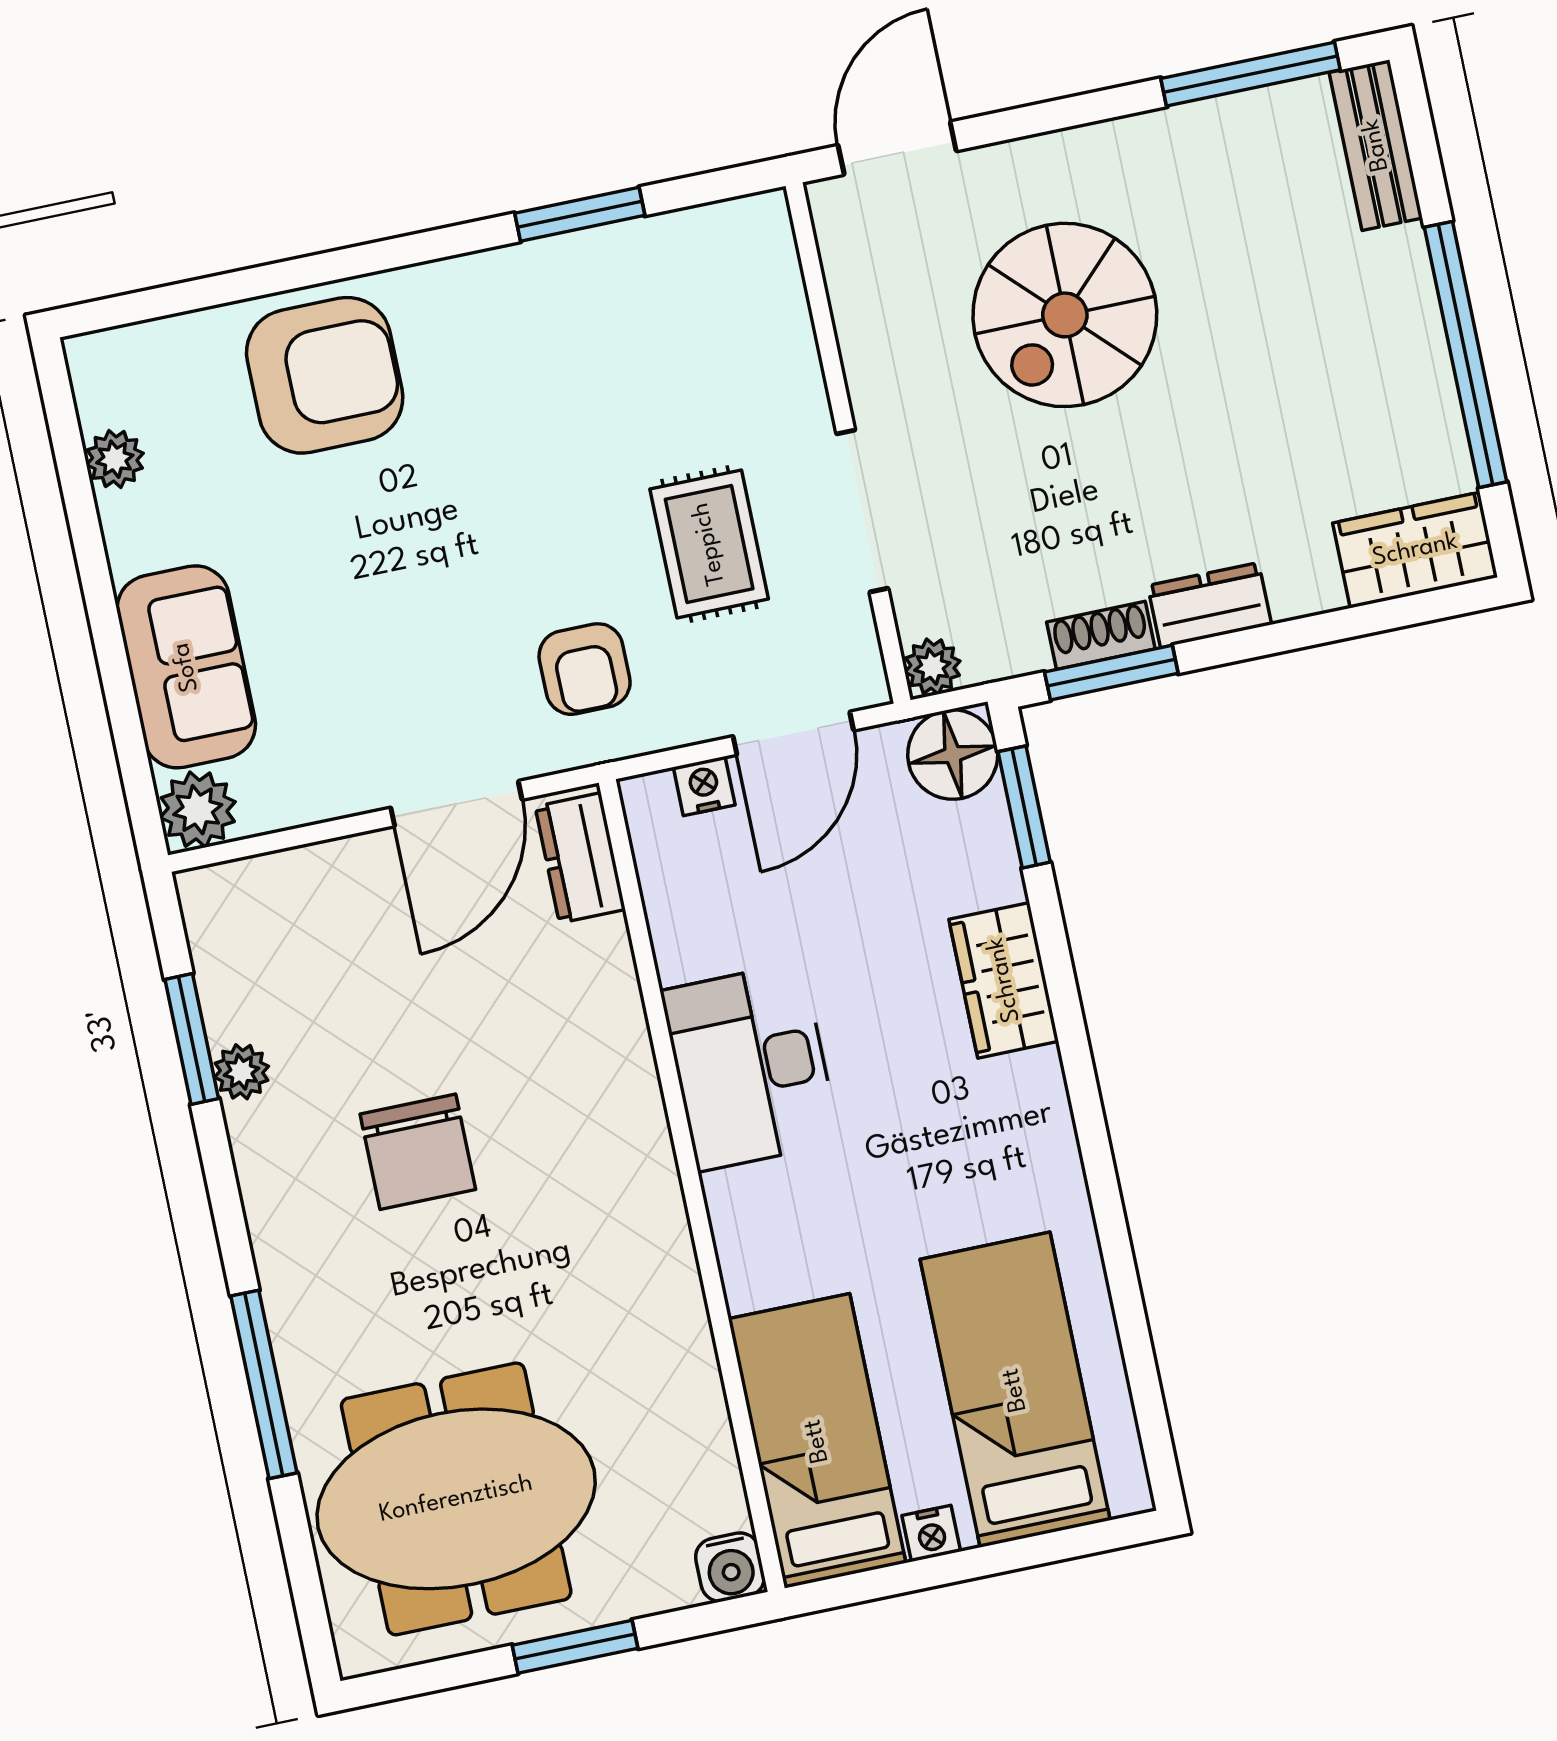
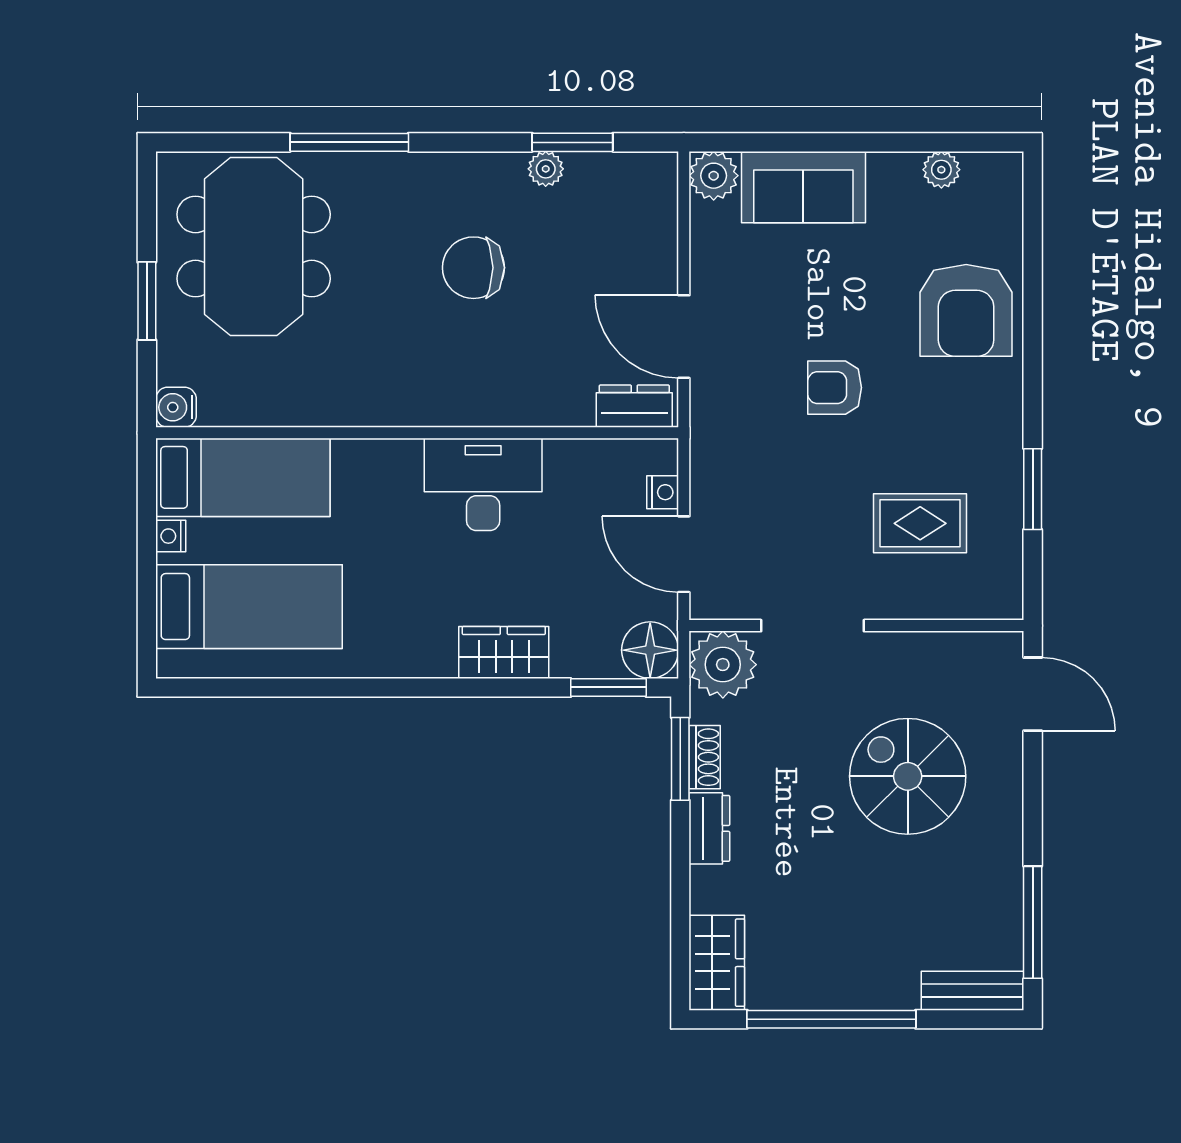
rug: (709, 544) -> (920, 523), moved
plant: (932, 667) -> (723, 665), width x1.88, depth x1.88
armchair: (585, 669) -> (835, 388), moved

